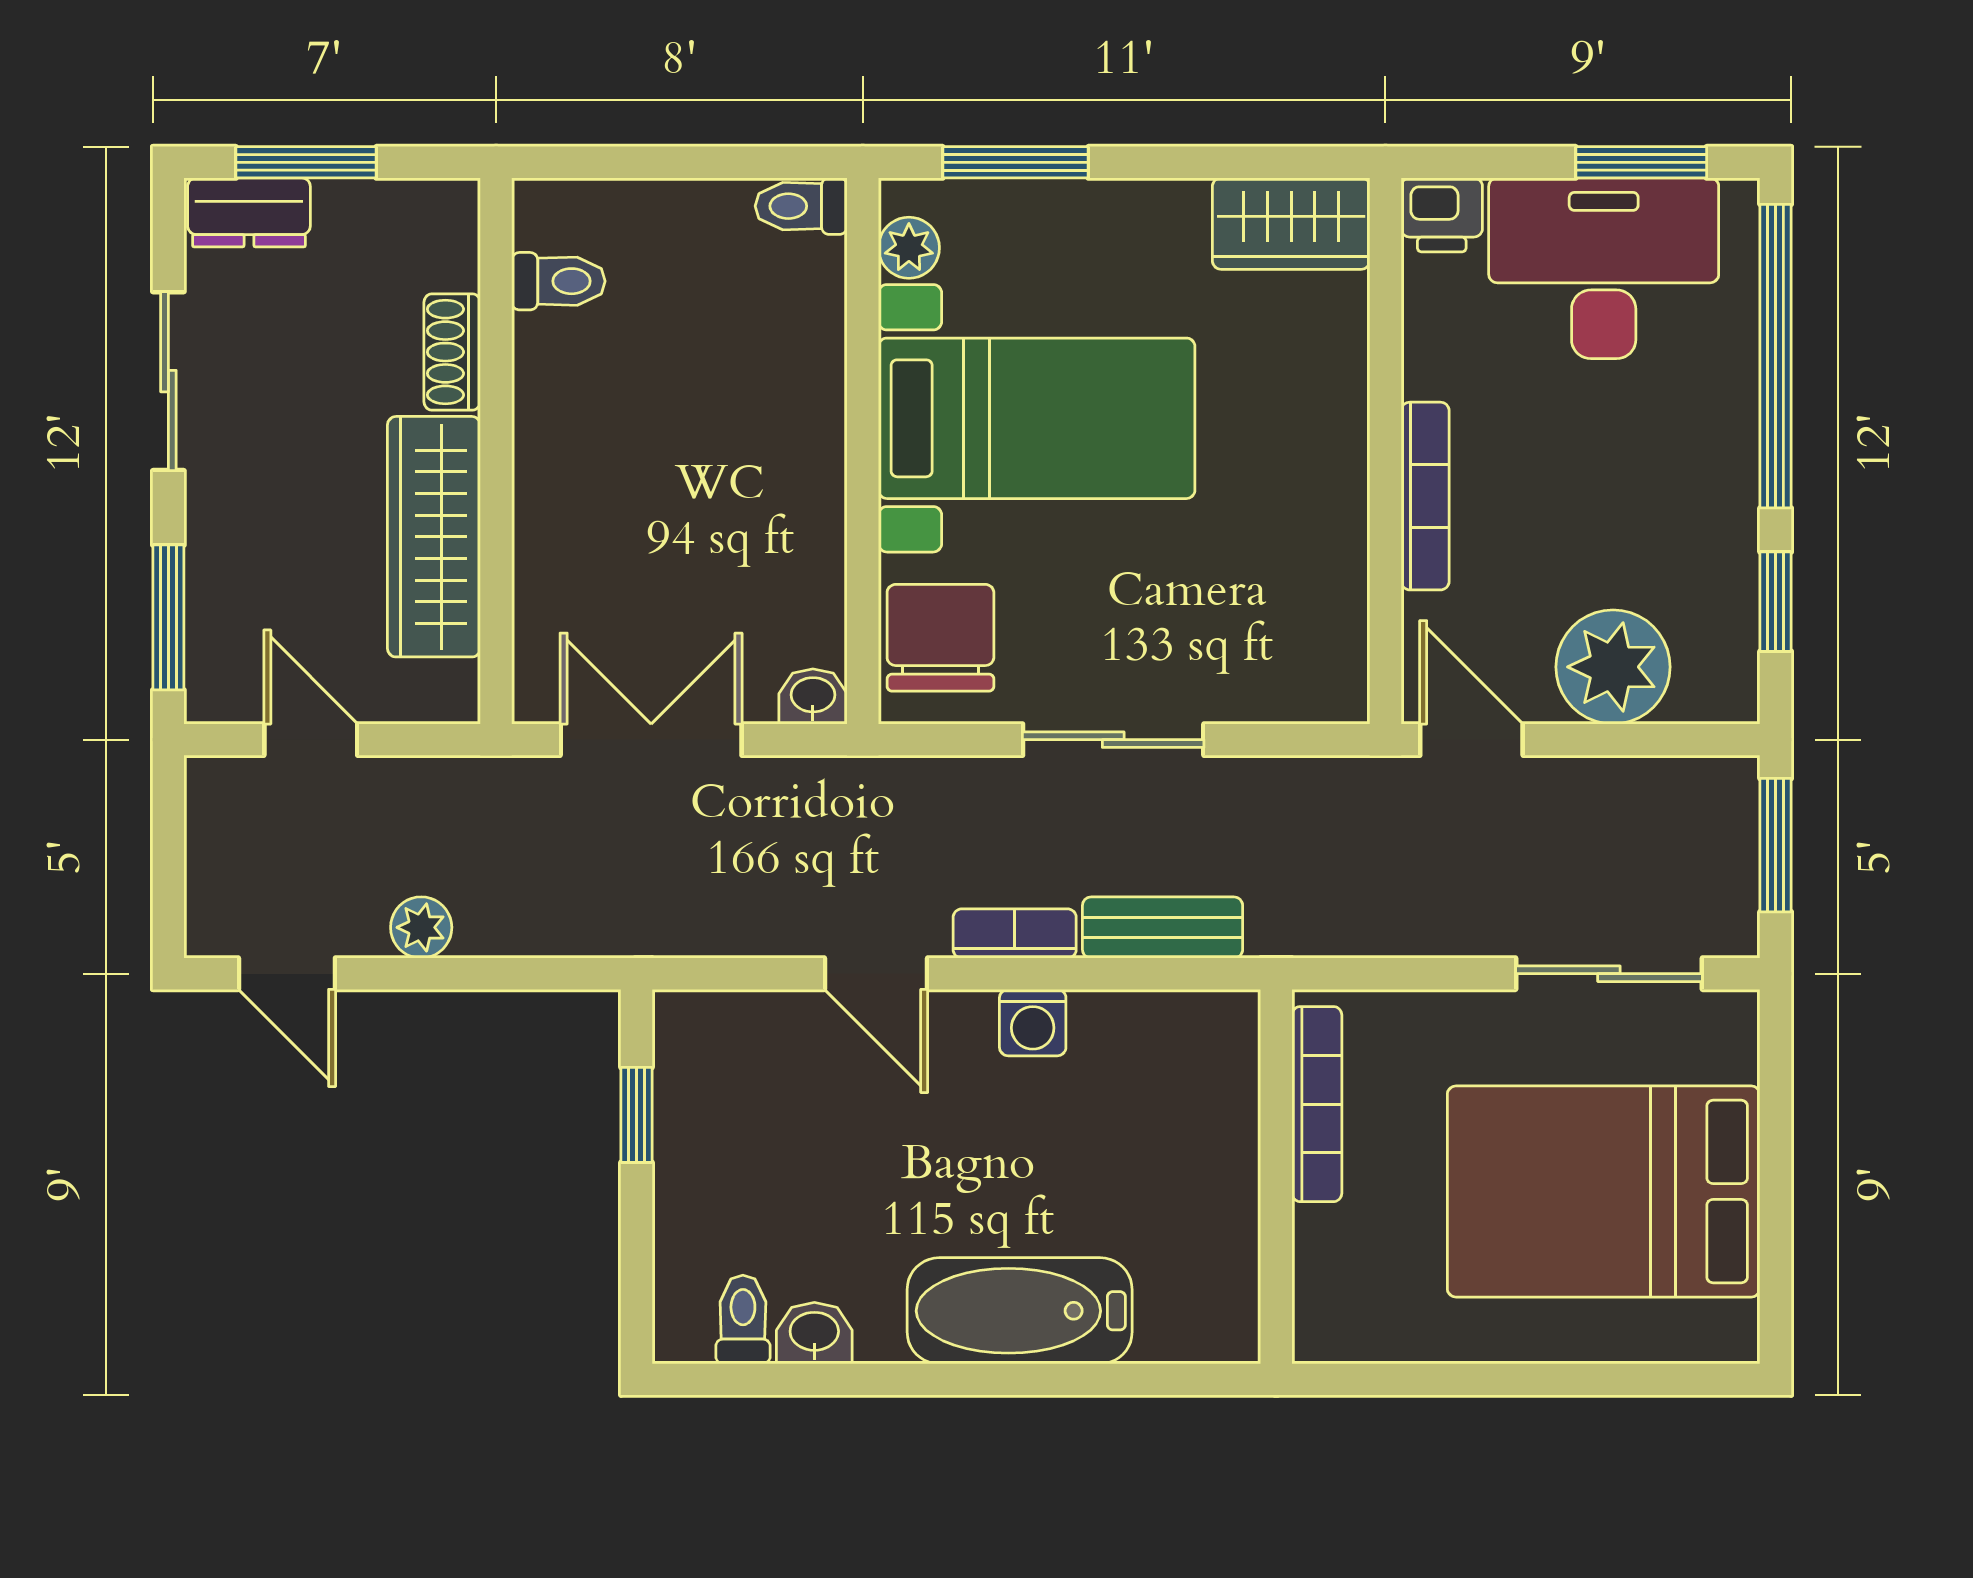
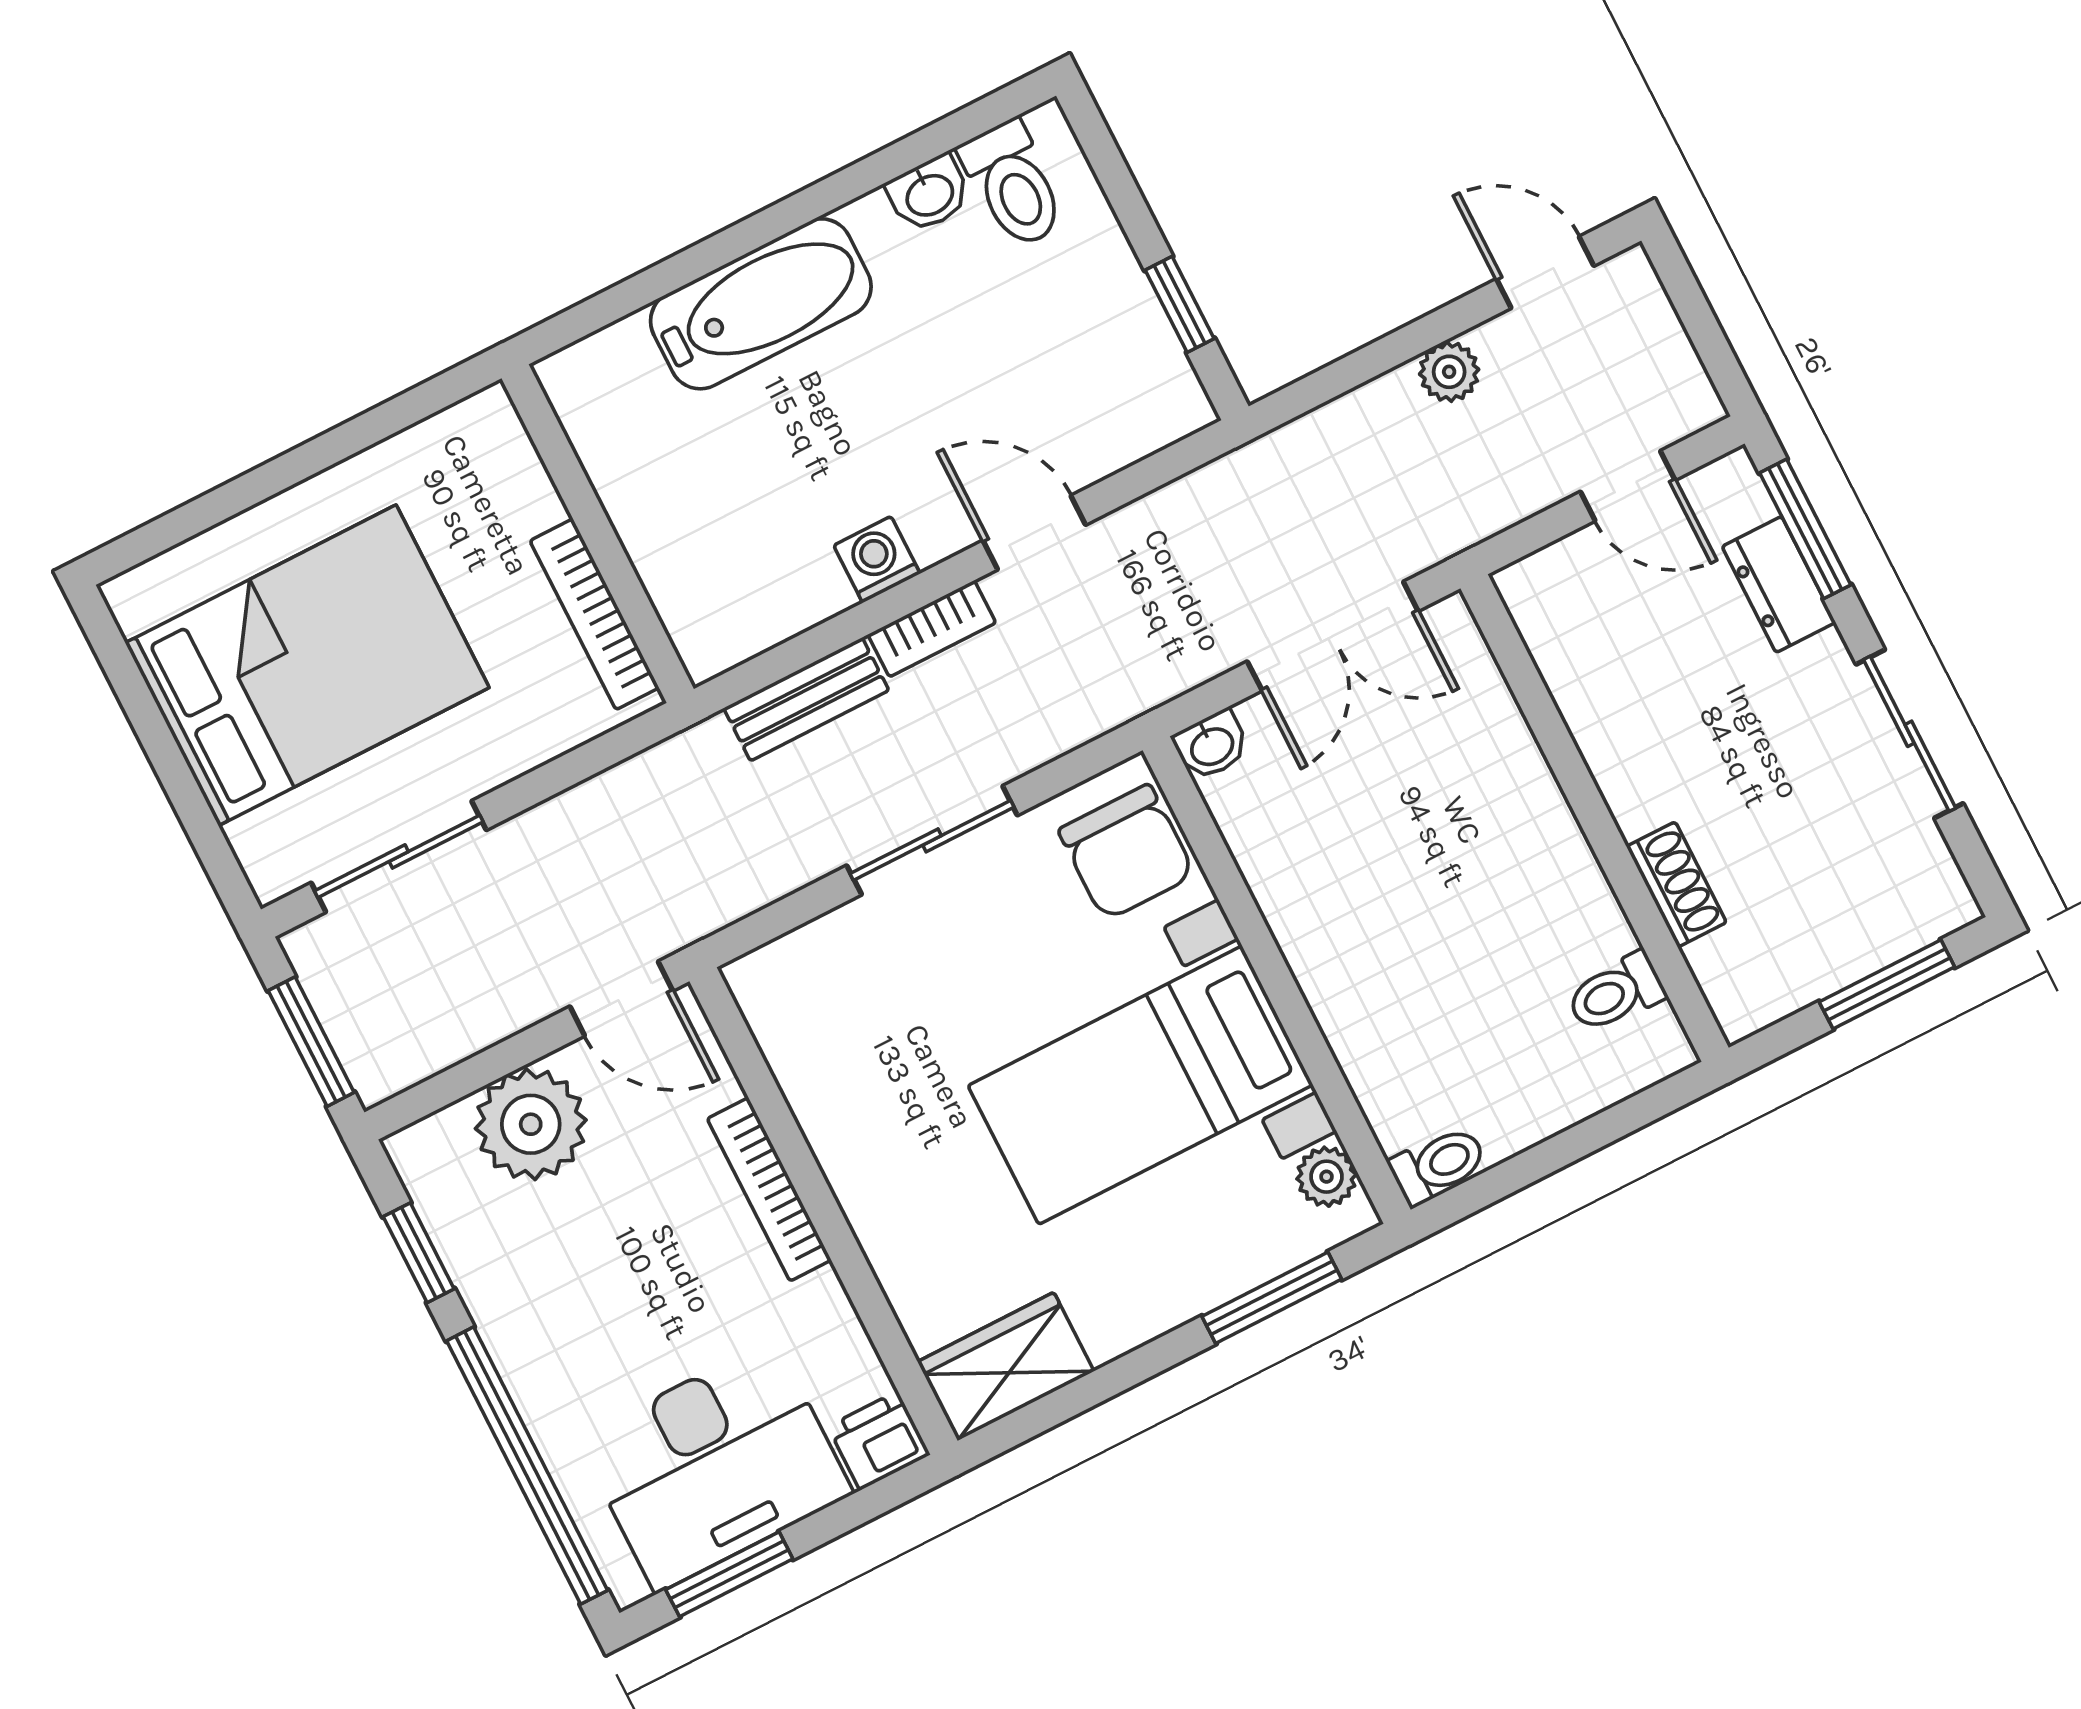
dresser: (249, 212) -> (1779, 584), moved, turned -90
wardrobe: (434, 537) -> (1611, 716), removed
toilet: (743, 1320) -> (1013, 184), width x1.37, depth x1.39

